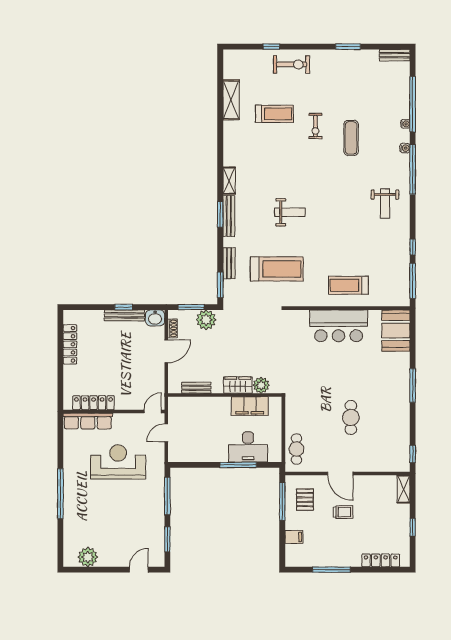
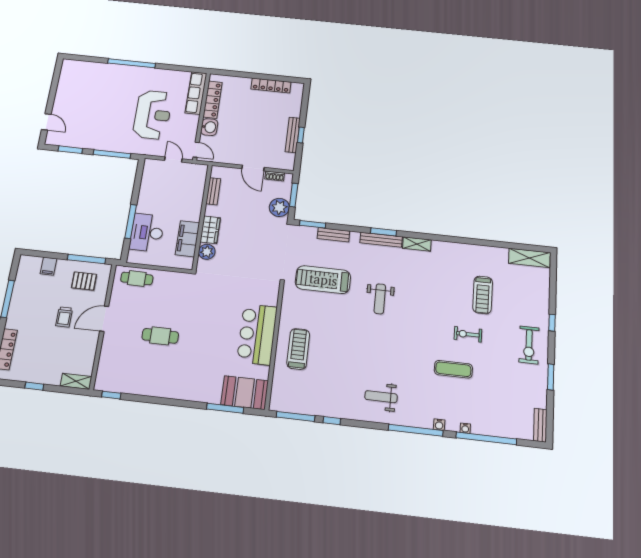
window: (271, 47) -> (552, 323), moved
exercise bike: (292, 64) -> (529, 345), moved
shelving: (231, 100) -> (529, 258), moved
treadmill: (277, 269) -> (323, 280), turned 90
washbasin: (155, 318) -> (209, 127), moved, turned 180
window: (413, 385) -> (225, 408), moved
plant: (88, 557) -> (68, 80), removed

